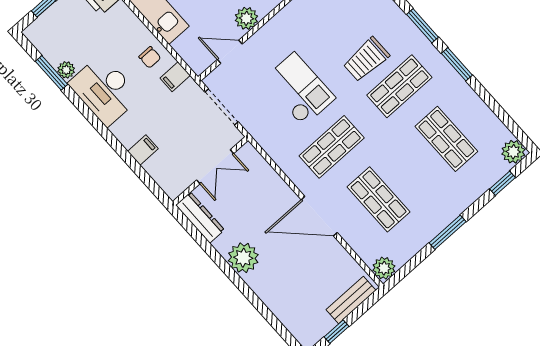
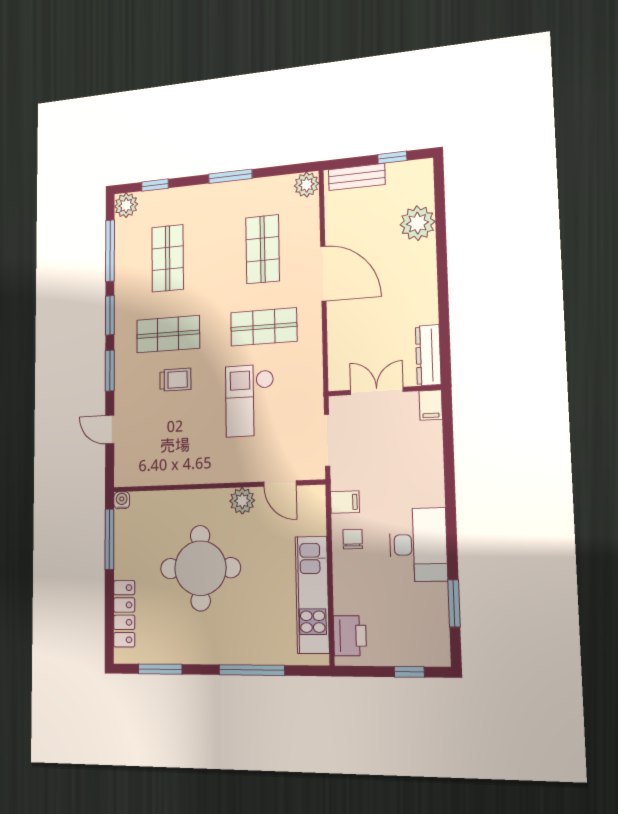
trolley: (366, 60) -> (175, 380), width x0.73, depth x0.72
plant: (66, 70) -> (438, 594), removed
window: (498, 110) -> (110, 251), added
filing cabinet: (143, 150) -> (431, 405), moved, turned -90
plant: (243, 258) -> (418, 223), moved

